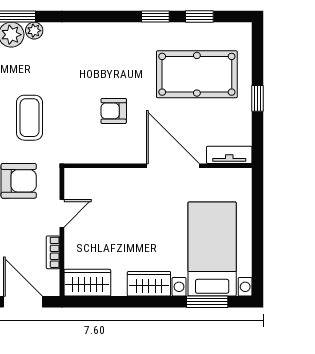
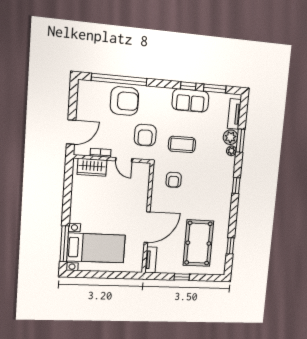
window: (155, 17) -> (236, 186), moved
armchair: (114, 111) -> (174, 180), moved, turned 180
wardrobe: (87, 283) -> (92, 167), moved, turned 90
wardrobe: (149, 284) -> (77, 210), removed
window: (207, 302) -> (64, 244), width x1.44

